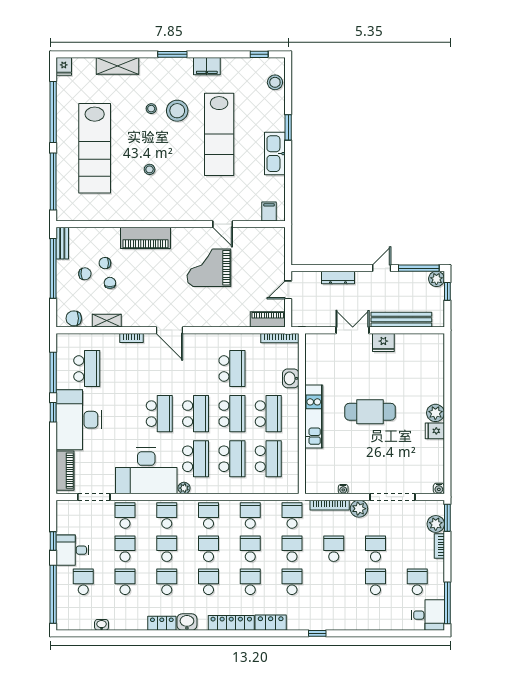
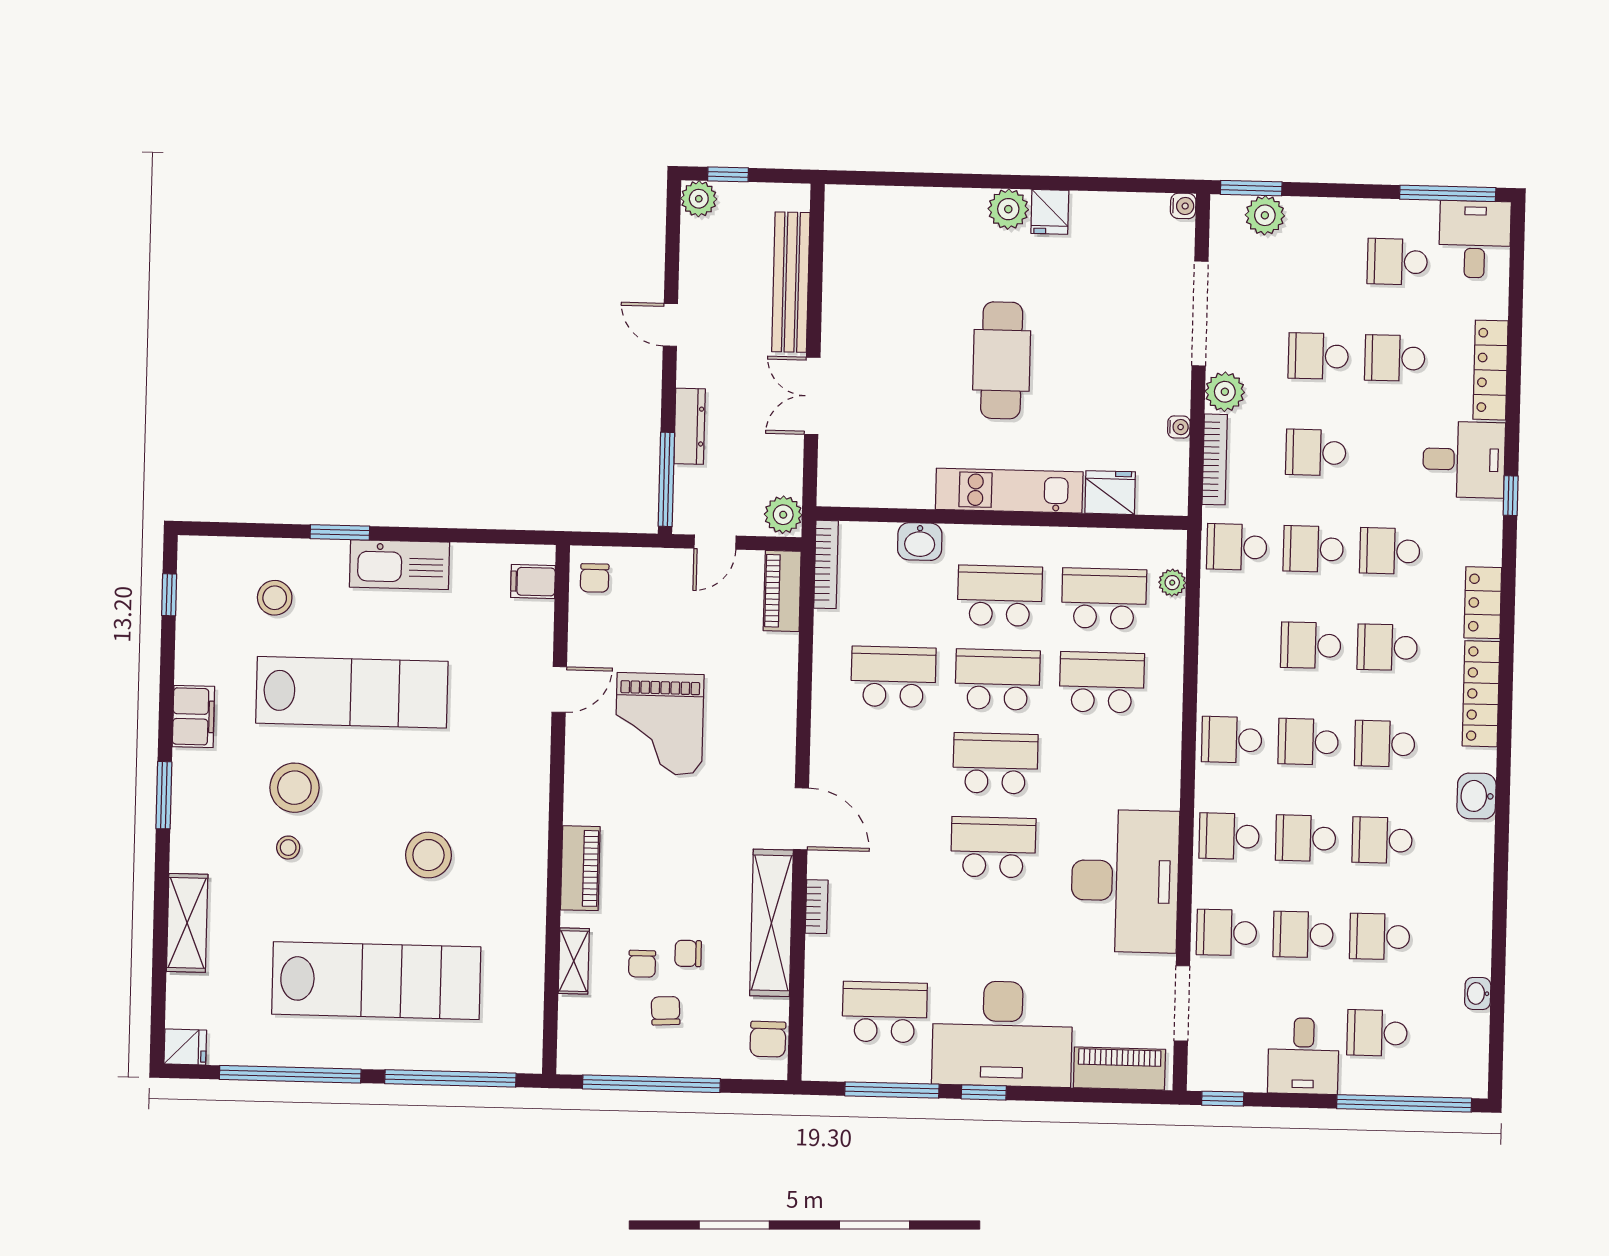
stool: (275, 82) -> (275, 598), moved
stool: (150, 169) -> (428, 855), width x1.89, depth x1.89
shelving: (105, 234) -> (574, 961), added
piano: (146, 238) -> (580, 868), width x0.73, depth x0.75
chair: (271, 238) -> (595, 578), added
bench: (62, 243) -> (593, 1061), removed
window: (419, 268) -> (666, 479), moved
door: (288, 290) -> (715, 542), hinge flipped
plant: (301, 319) -> (783, 515), added
shelving: (107, 321) -> (771, 923), width x2.20, depth x1.33
door: (169, 330) -> (801, 819), hinge flipped
fridge: (383, 342) -> (1110, 493), moved, turned -90
school desk: (196, 459) -> (1100, 766), removed
plant: (184, 488) -> (1172, 583), moved
school desk: (250, 516) -> (1234, 643), removed
window: (53, 541) -> (1223, 1099), moved
bookcase: (439, 546) -> (1316, 208), removed
desk: (332, 613) -> (1464, 460), added
locker: (162, 623) -> (1490, 370), moved, width x1.53

